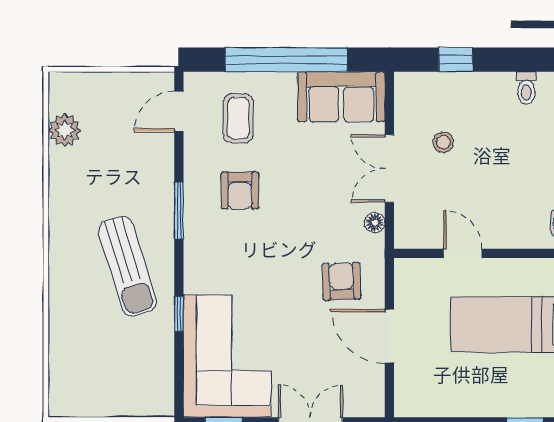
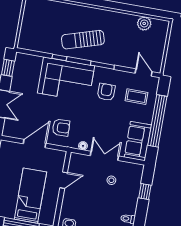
armchair: (240, 190) -> (106, 92), turned 90
corner sofa: (227, 356) -> (66, 79), moved

